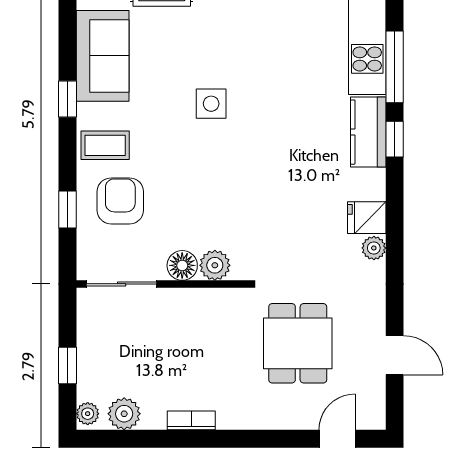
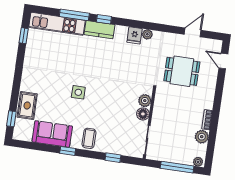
armchair: (120, 201) -> (113, 135), removed
window: (68, 366) -> (177, 167), width x2.17
plant: (124, 414) -> (202, 137), moved

